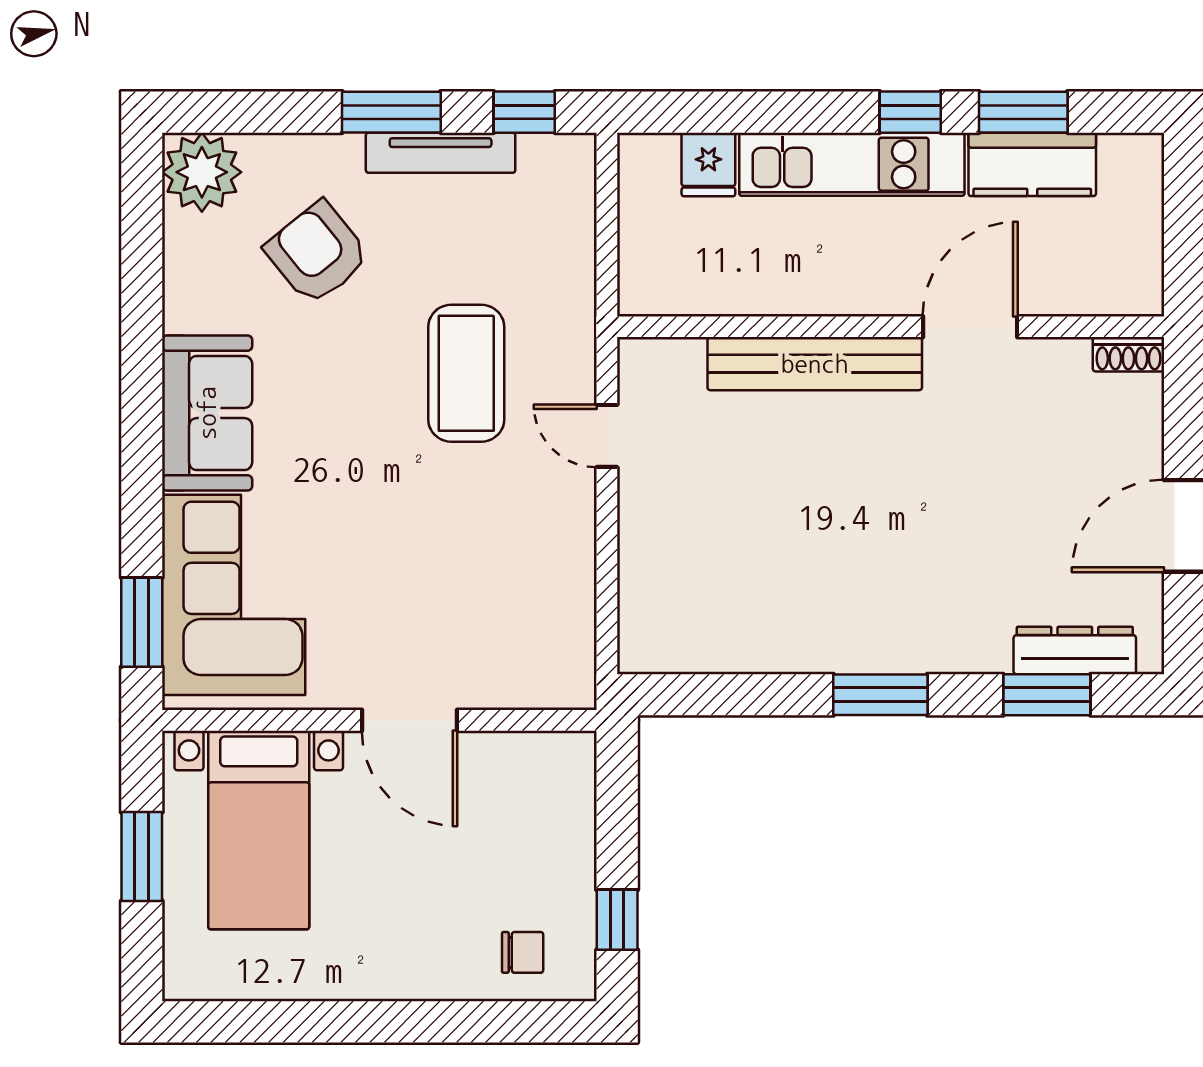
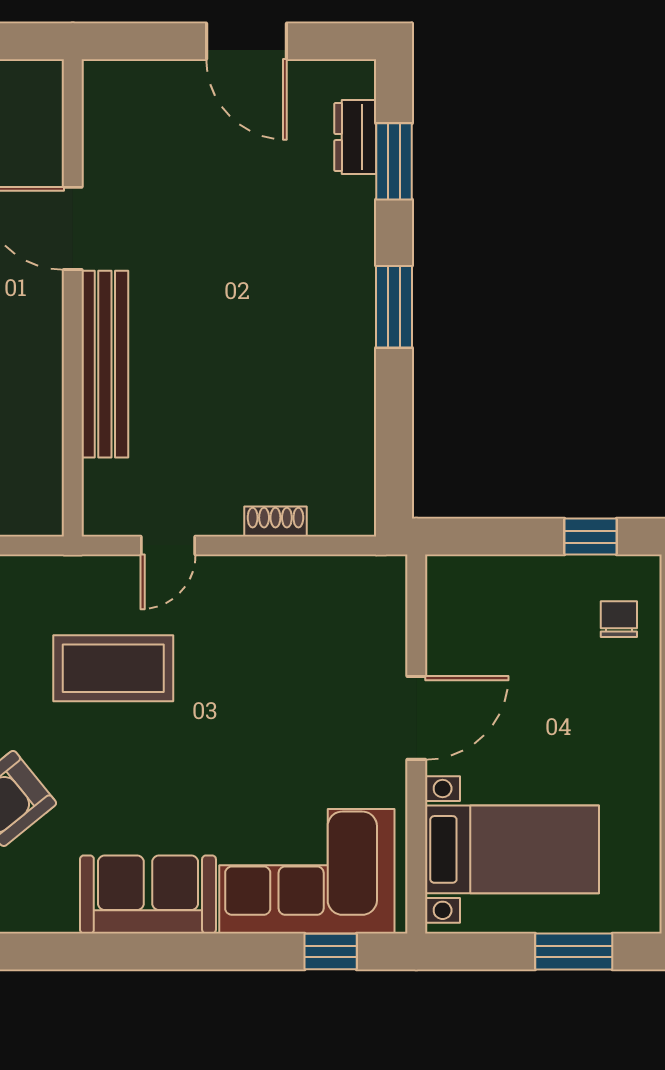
shoe rack: (1128, 354) -> (275, 521), moved, turned -90
window: (142, 622) -> (331, 952), width x0.67
dresser: (1075, 650) -> (355, 137), width x0.70
window: (142, 857) -> (574, 952), moved

